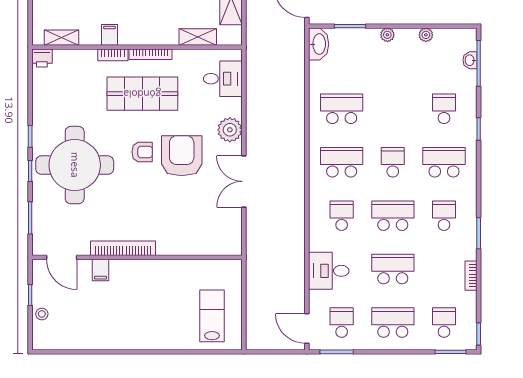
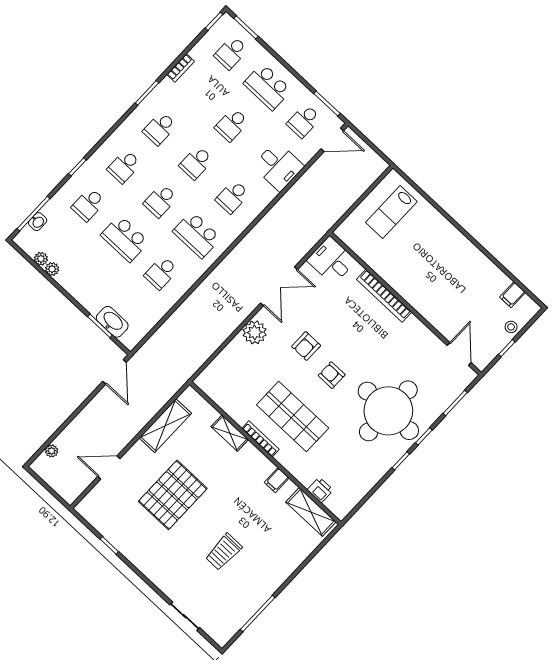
plant: (387, 35) -> (41, 259), moved
shelving: (198, 37) -> (230, 433), moved
shelving: (62, 38) -> (311, 512), width x1.50, depth x1.33
washbasin: (319, 44) -> (112, 322), moved, turned 90
bookcase: (113, 55) -> (288, 464), removed
printer: (42, 58) -> (320, 490), moved
desk: (223, 79) -> (332, 260), moved
school desk: (342, 109) -> (161, 273), width x0.54
school desk: (393, 109) -> (125, 239), added
armchair: (182, 156) -> (306, 346), width x0.53, depth x0.53
school desk: (444, 162) -> (124, 166), width x0.54
school desk: (393, 216) -> (196, 163), width x0.54
bookcase: (123, 248) -> (384, 296), moved
school desk: (393, 269) -> (232, 125), width x0.54
filing cabinet: (101, 270) -> (513, 295), moved, turned 180
door: (307, 328) -> (332, 140), hinge flipped

